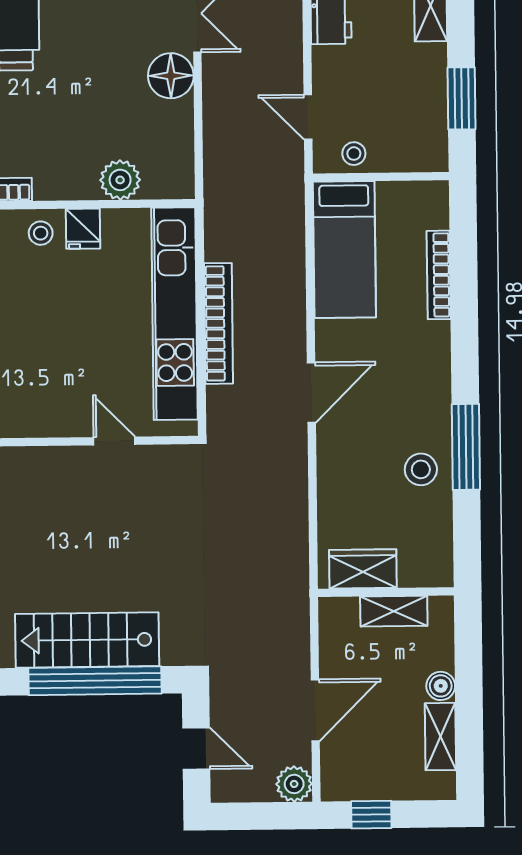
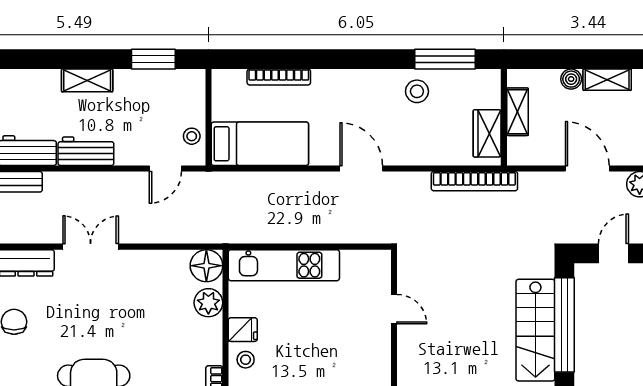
floor lamp: (171, 76) -> (206, 266), moved
kitchen unit: (174, 314) -> (284, 265), width x0.73
bookcase: (219, 323) -> (474, 181), moved, turned 180
door: (114, 441) -> (394, 309), swing flipped
window: (466, 447) -> (445, 59), moved

